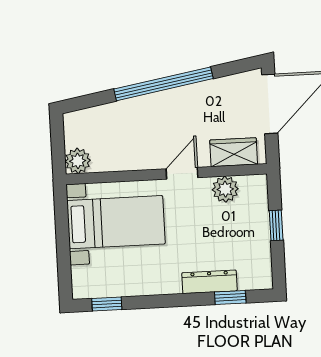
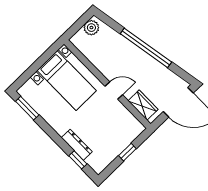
plant: (78, 161) -> (91, 28), moved
plant: (225, 189) -> (124, 116), removed
window: (107, 304) -> (27, 108), width x1.50

